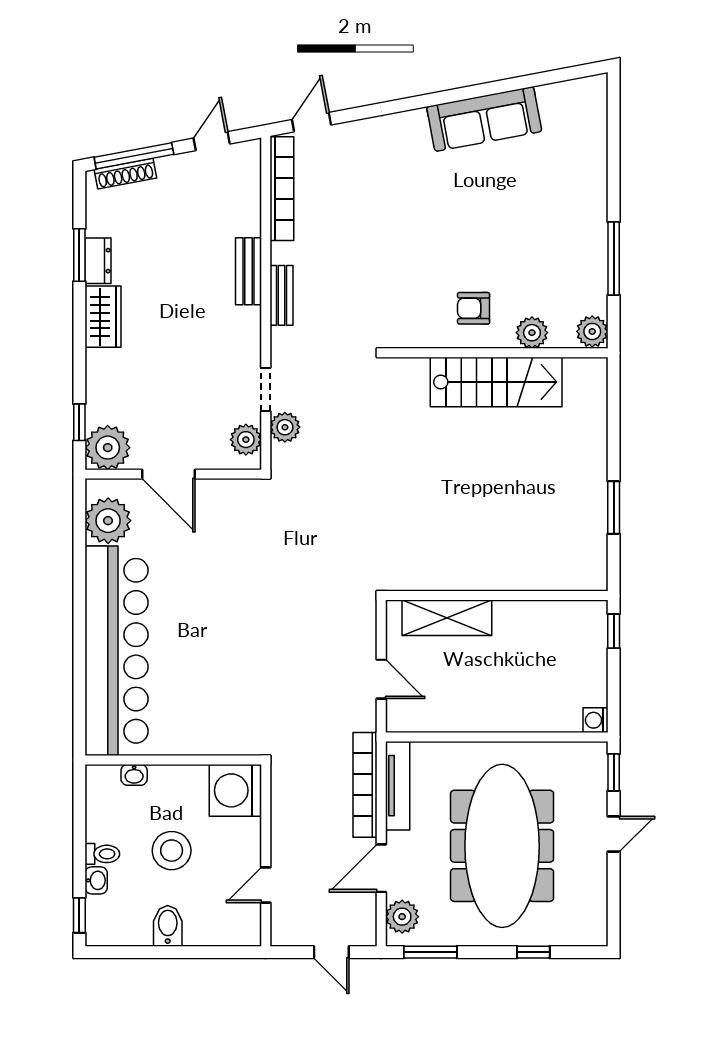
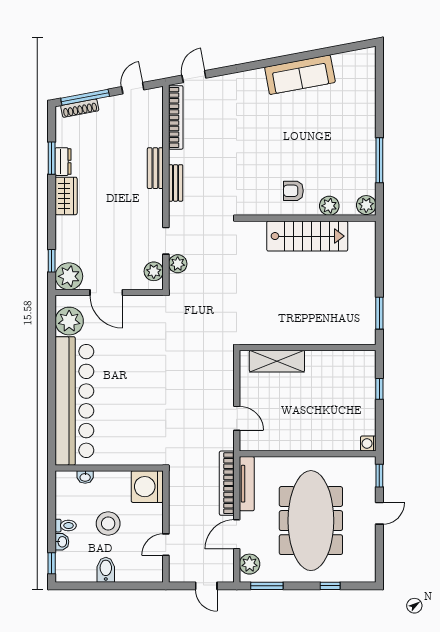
wall: (497, 595) -> (308, 347), moved
shelving: (447, 618) -> (277, 361), moved

